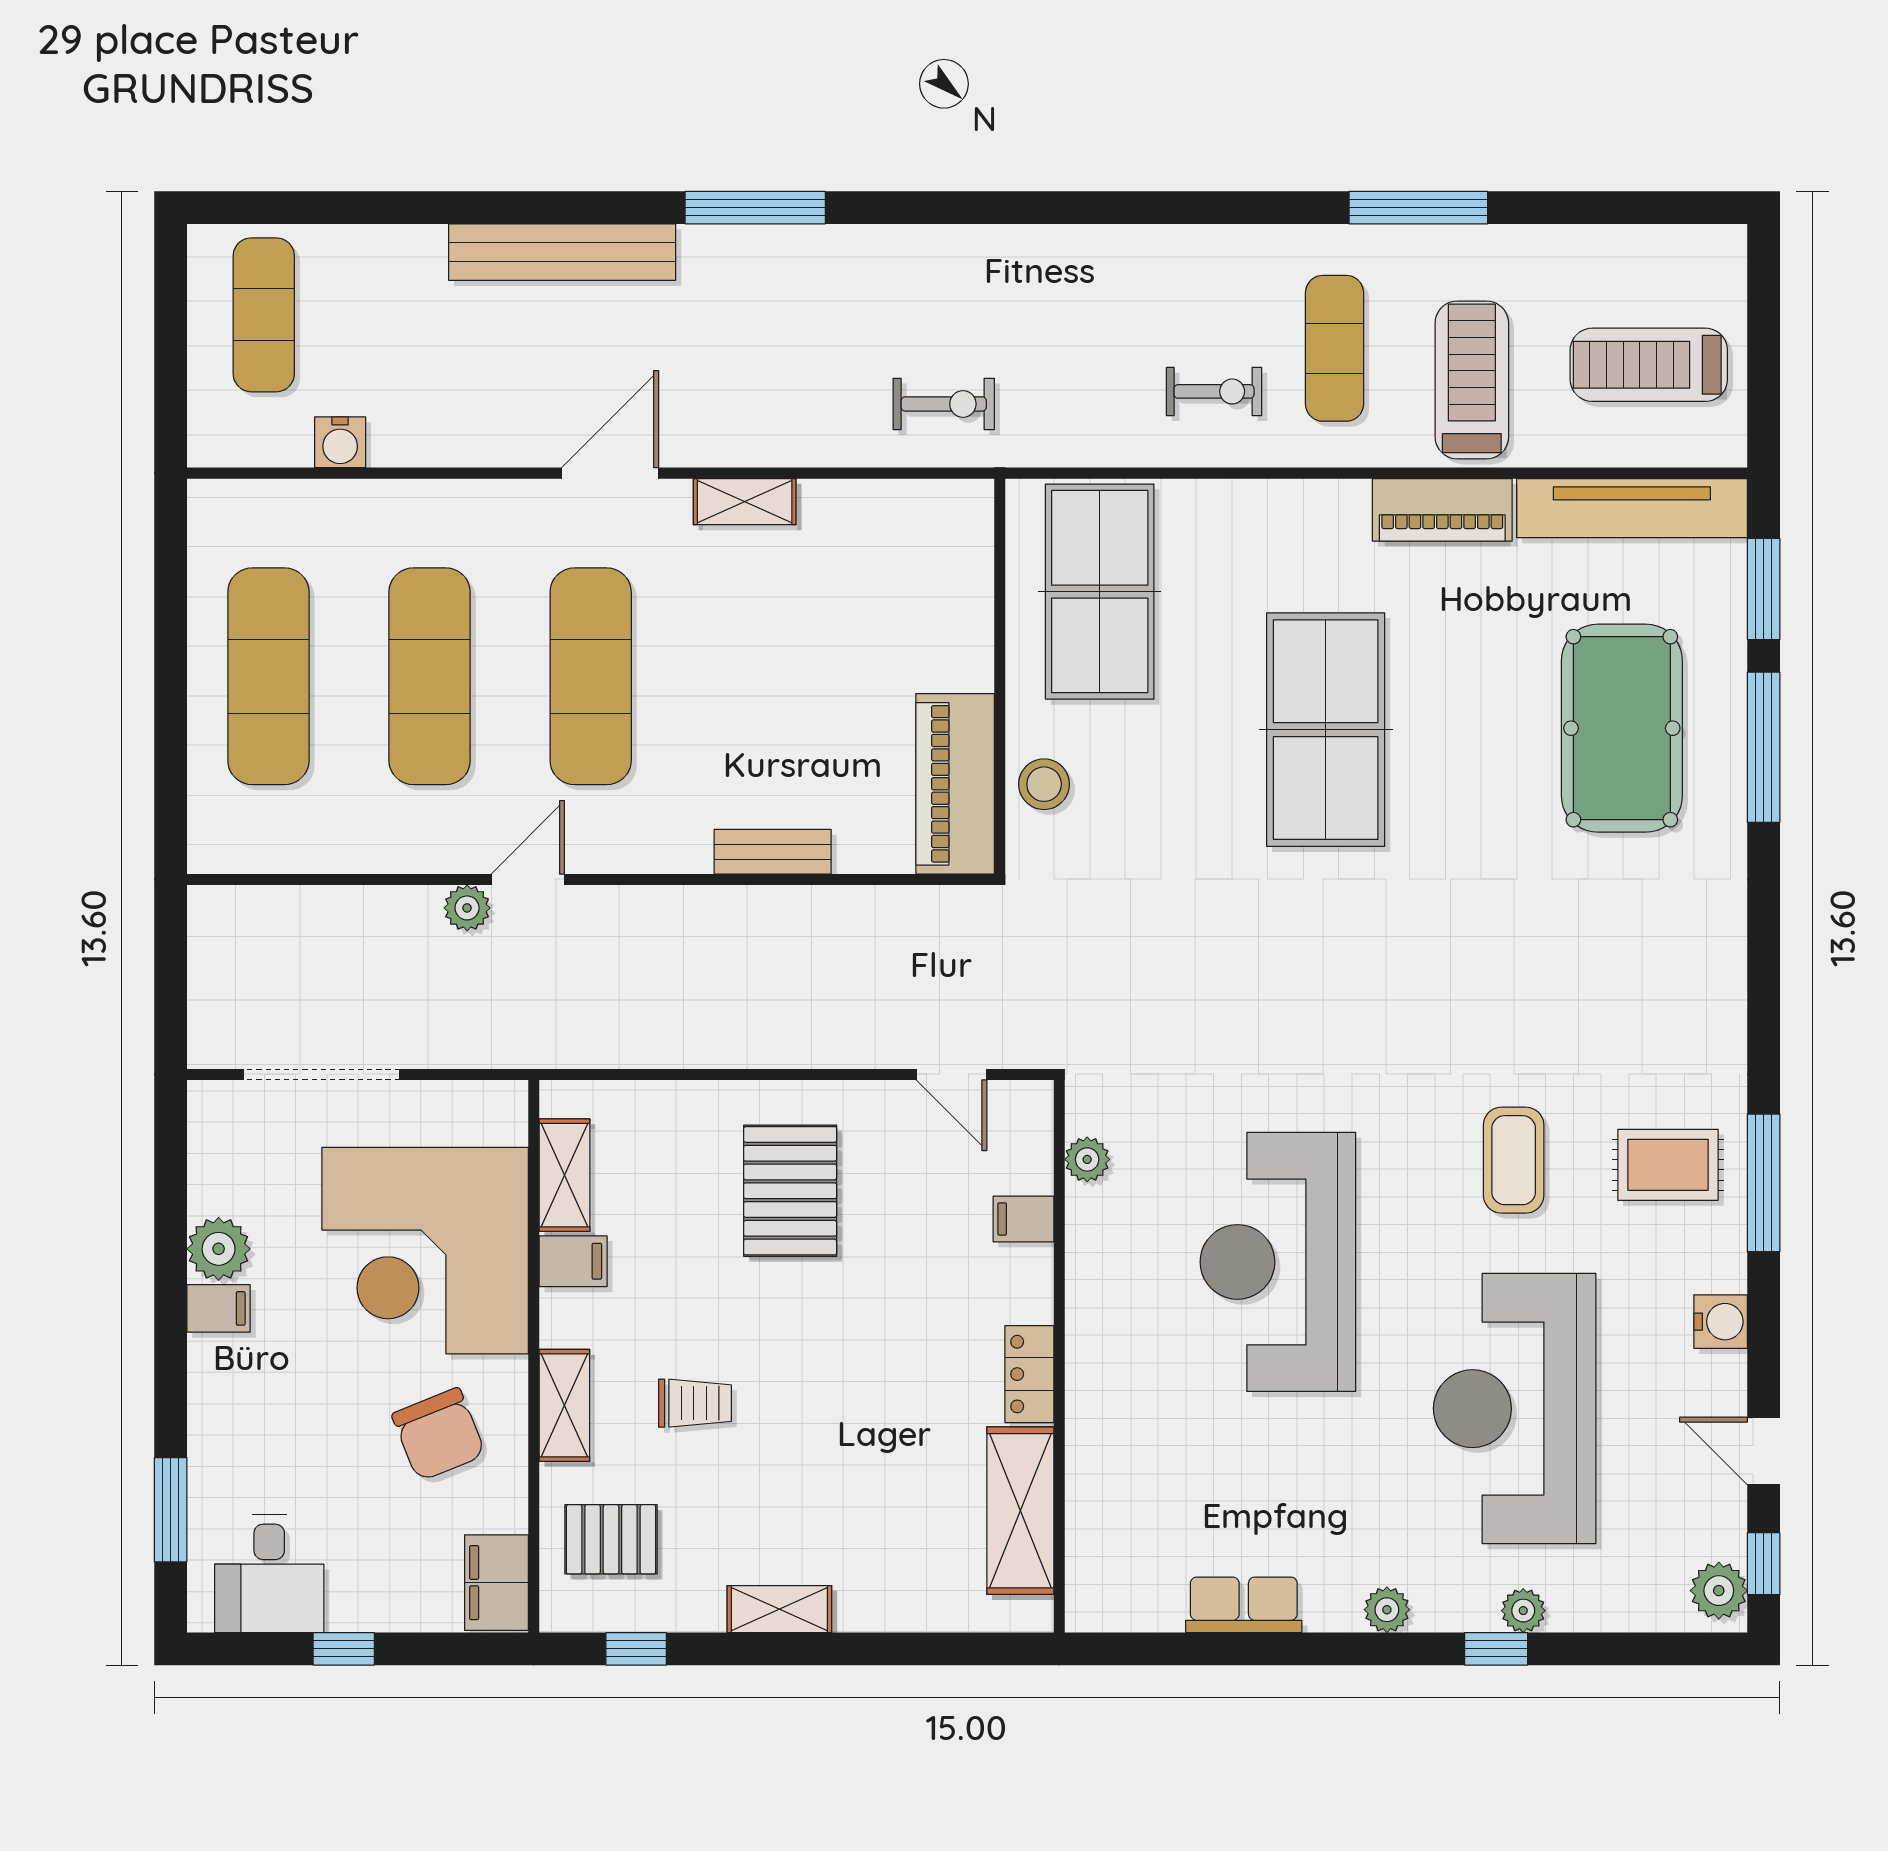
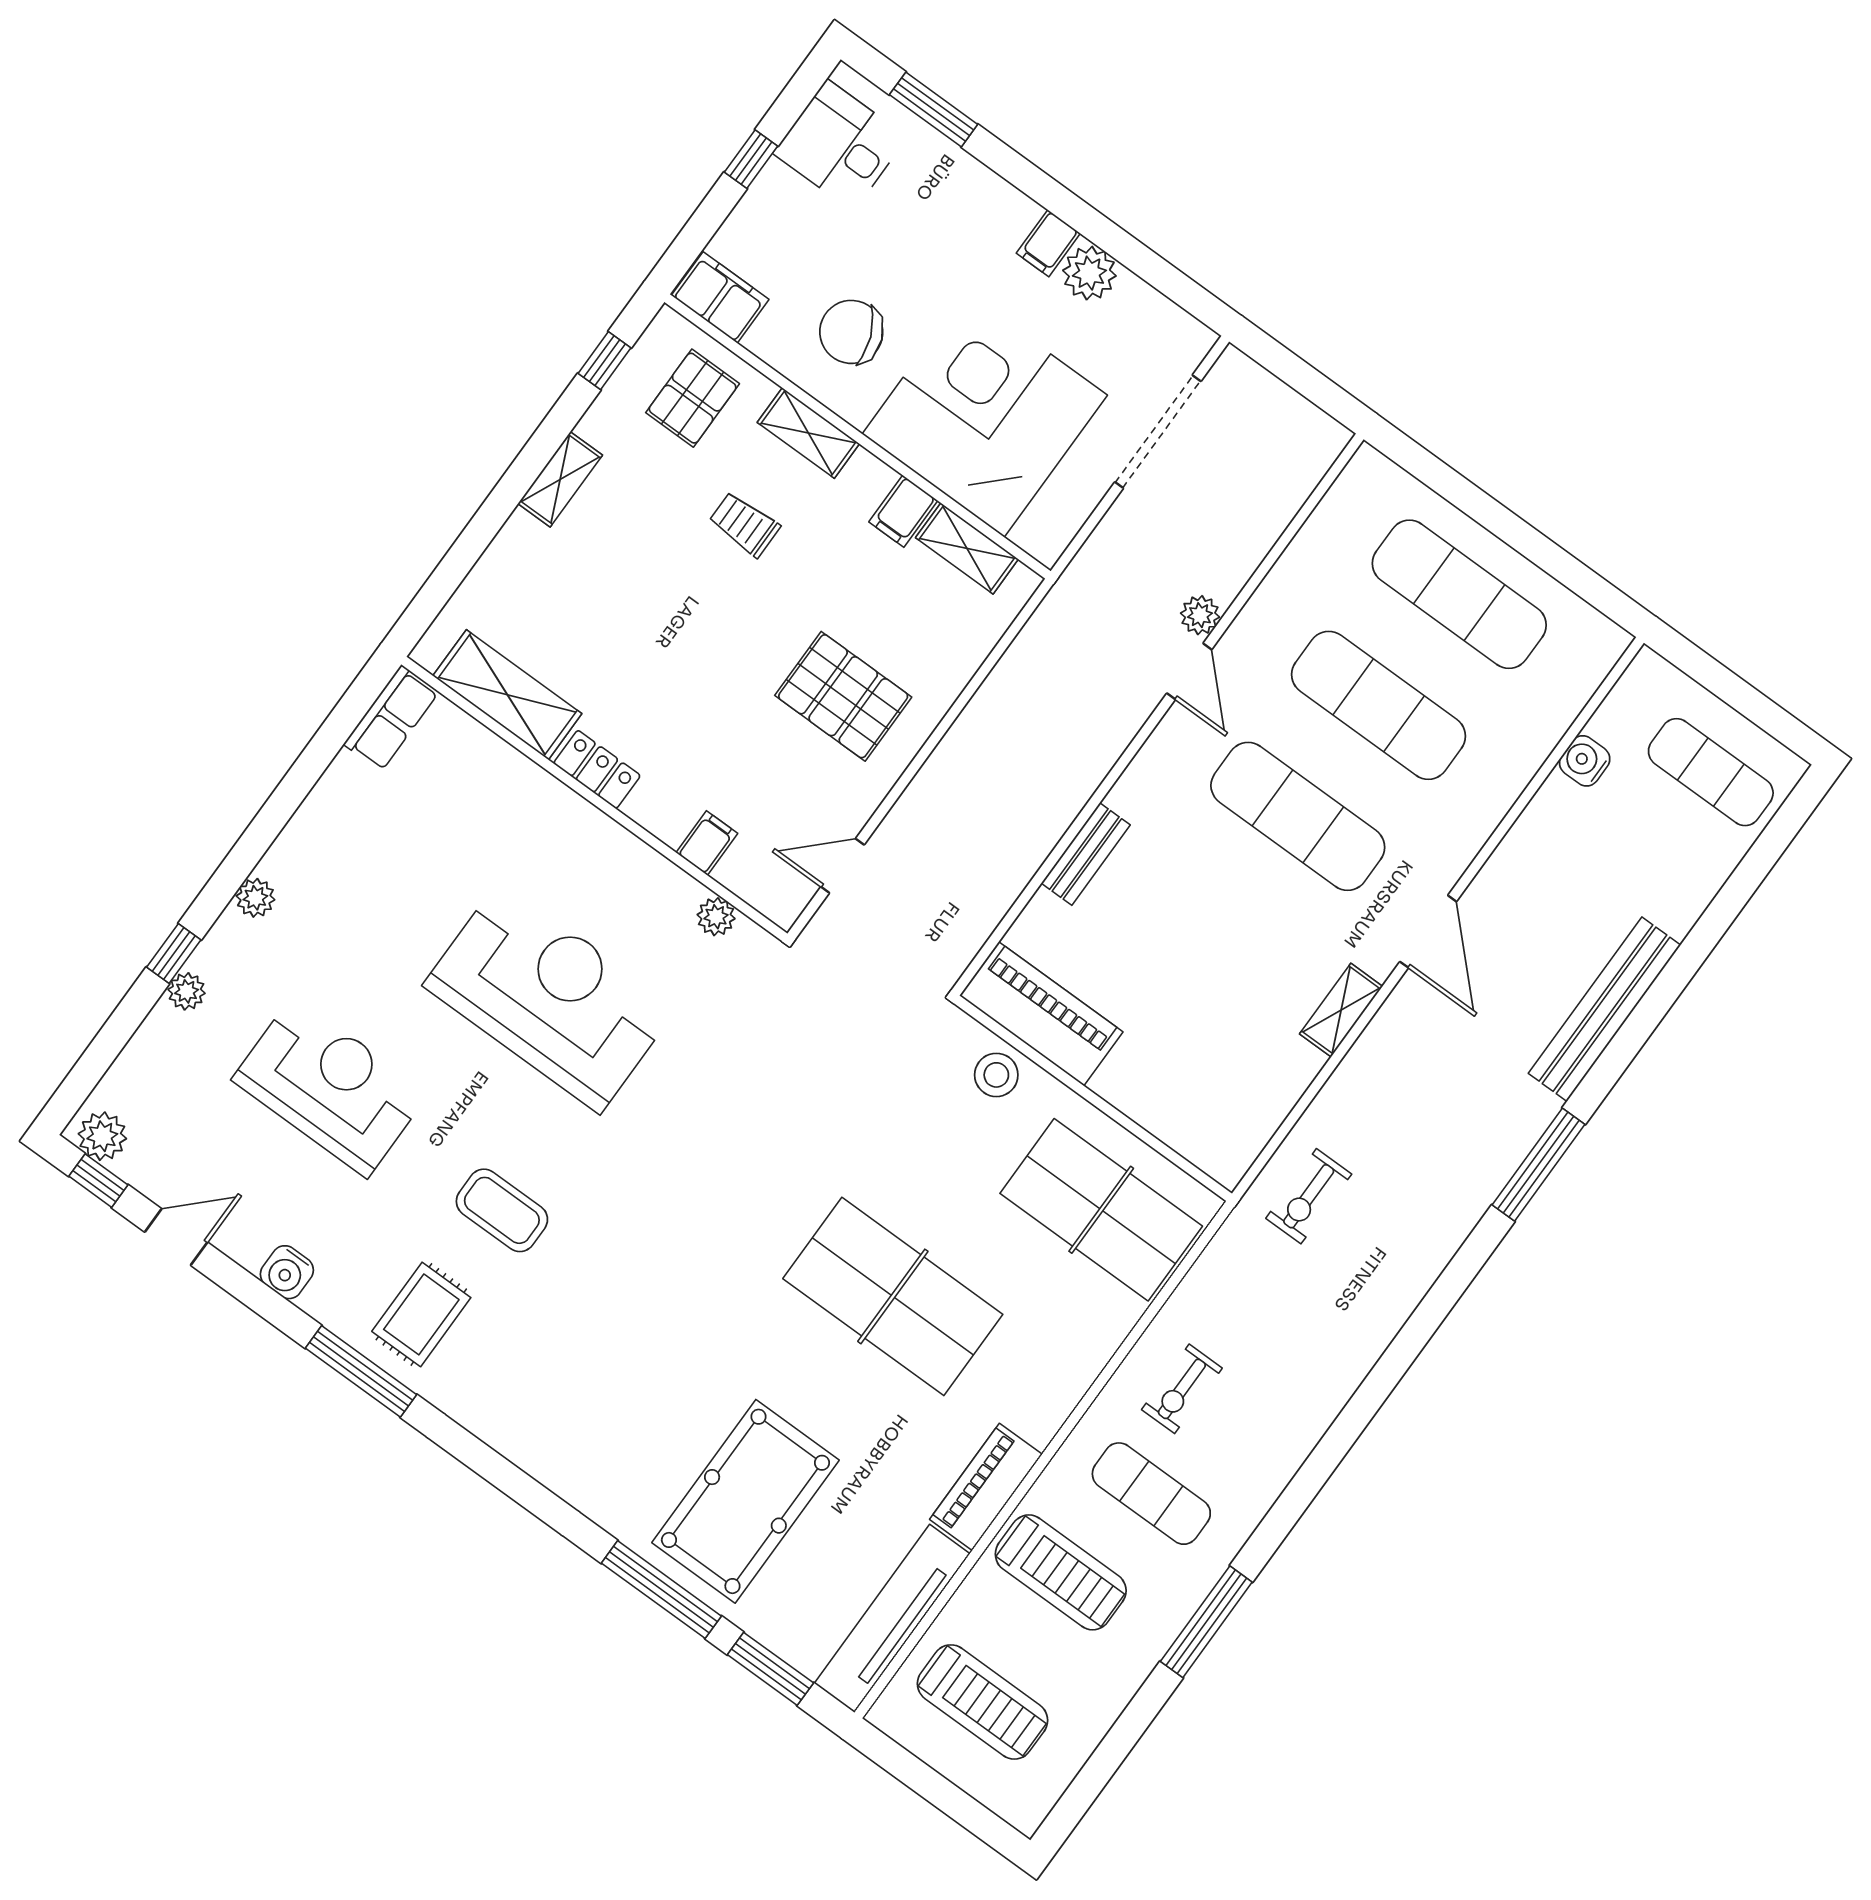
treadmill: (1649, 365) -> (983, 1702), turned 90
pool table: (1622, 728) -> (745, 1501), turned 90
trolley: (695, 1403) -> (744, 524), turned 90
reception desk: (1515, 1409) -> (330, 1087), width x0.74, depth x0.77
row of seats: (1244, 1605) -> (391, 718), moved

